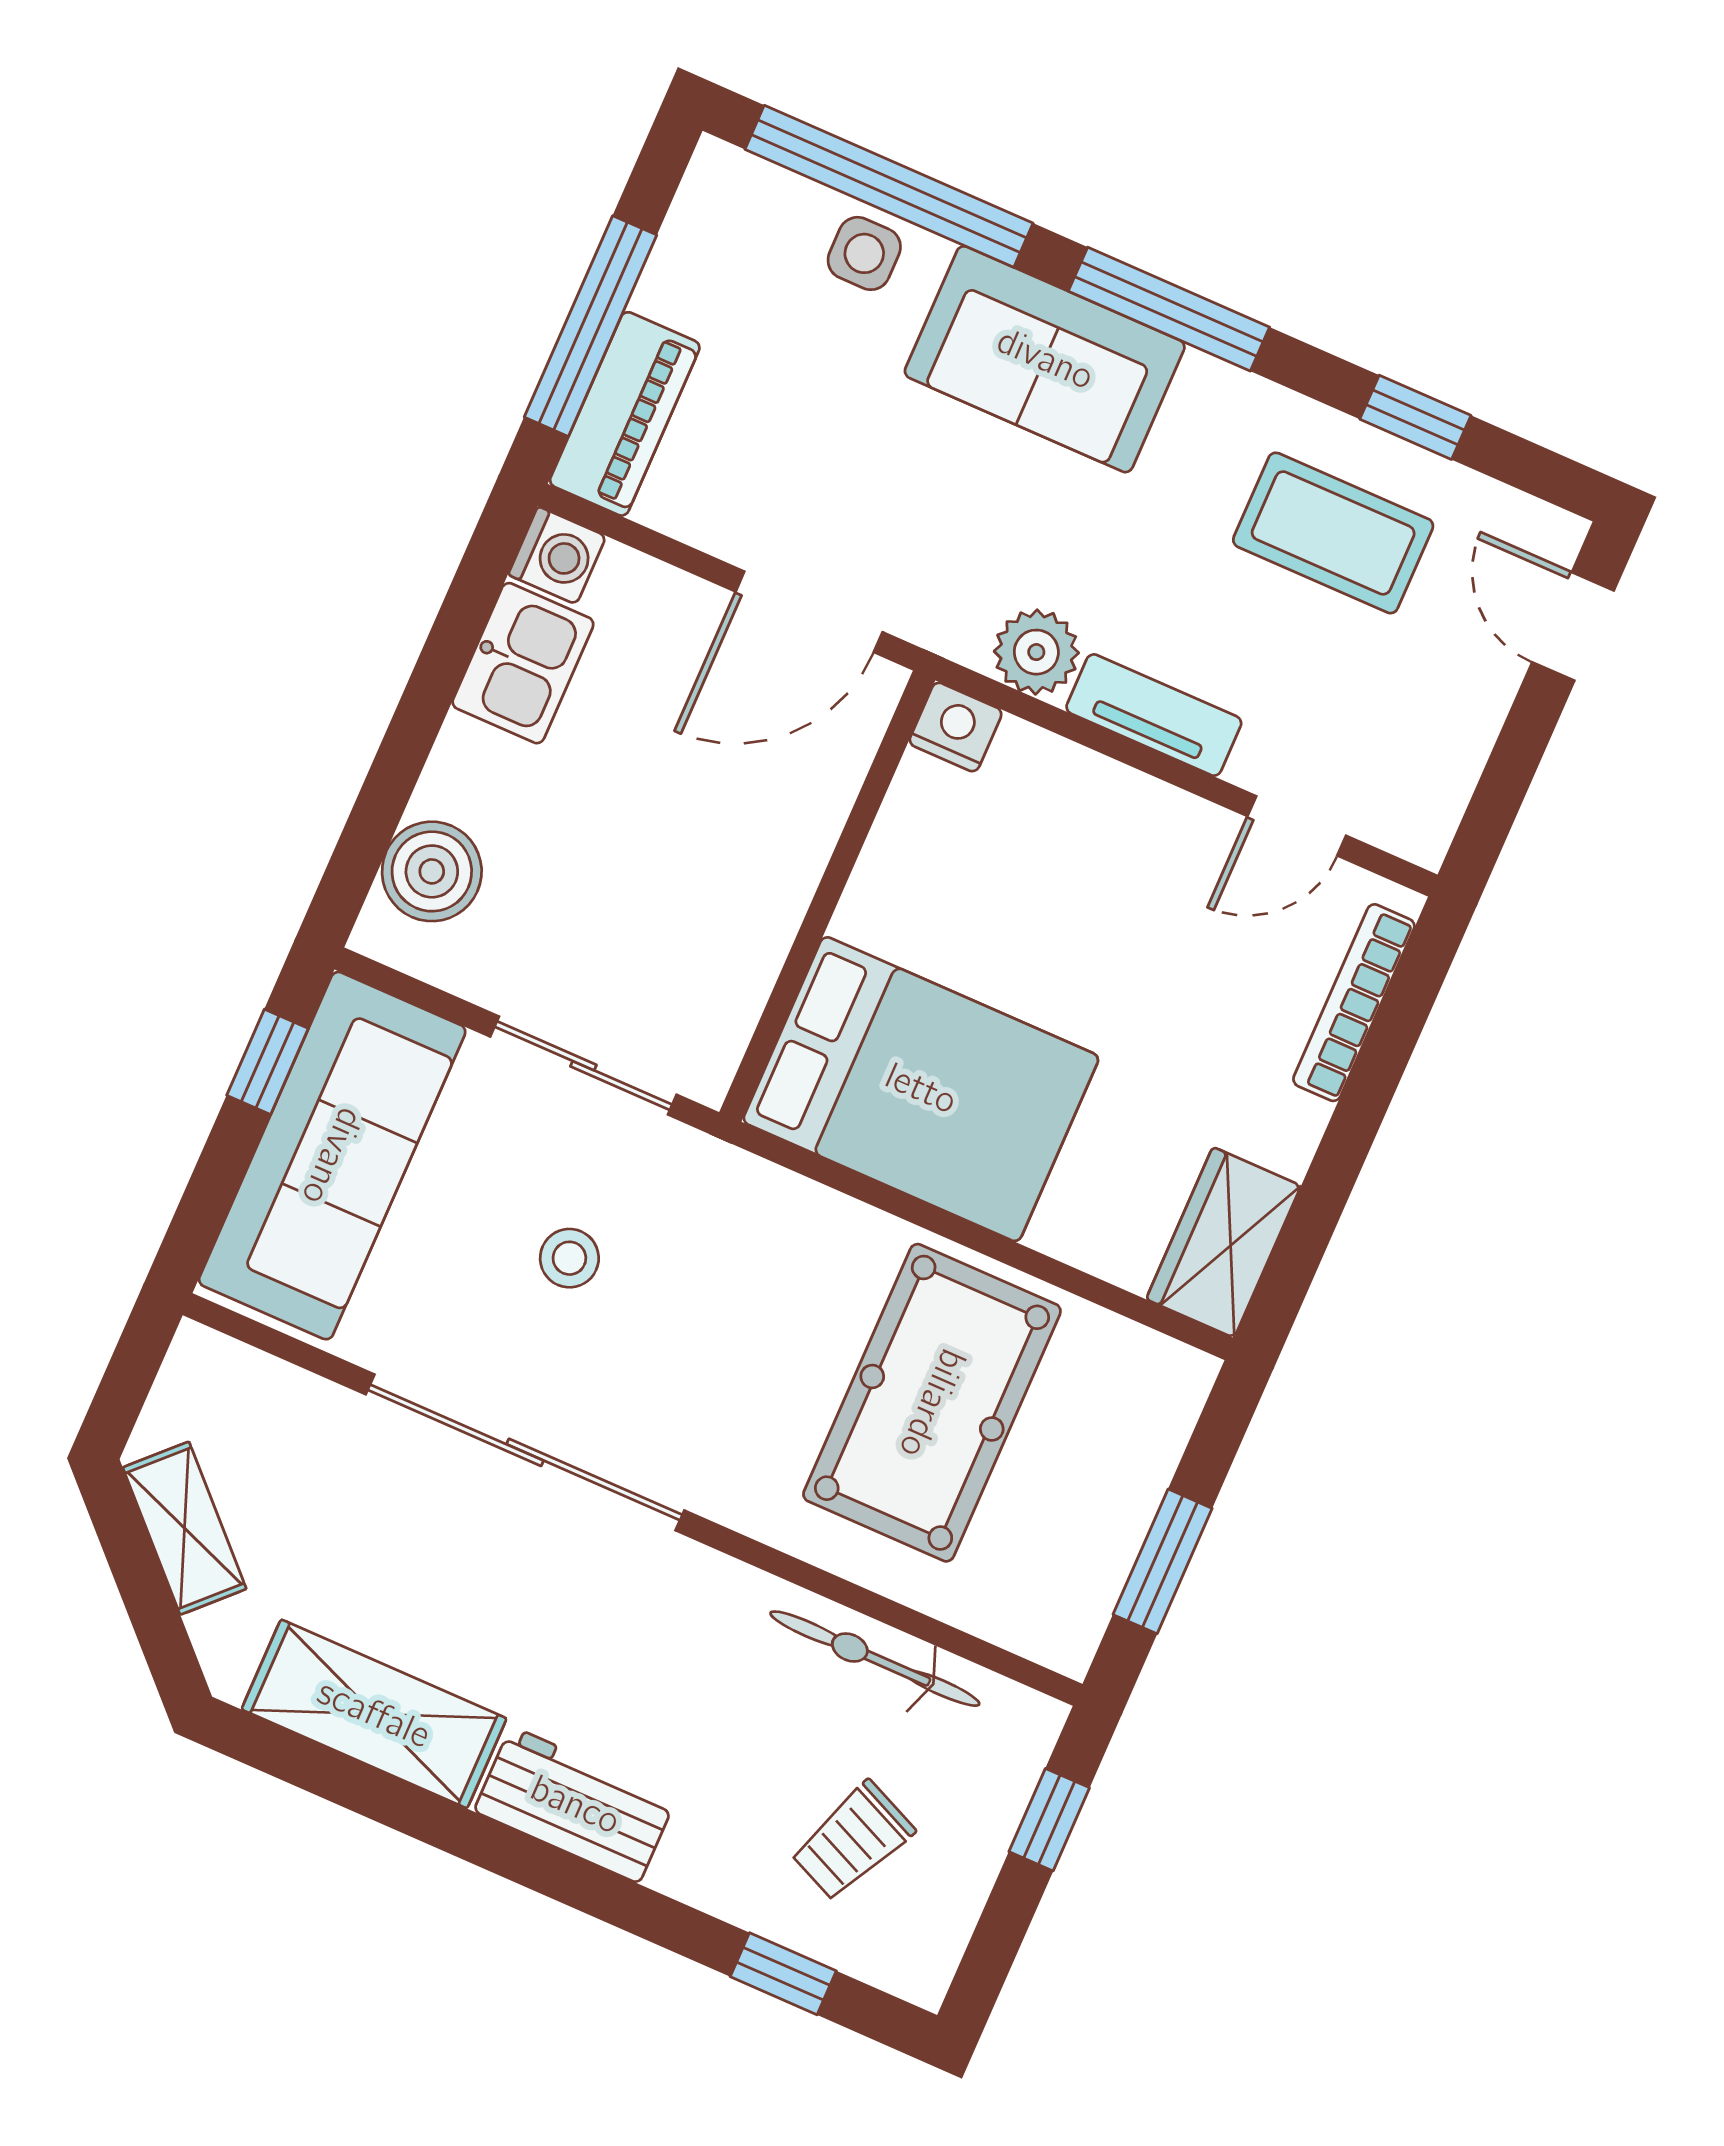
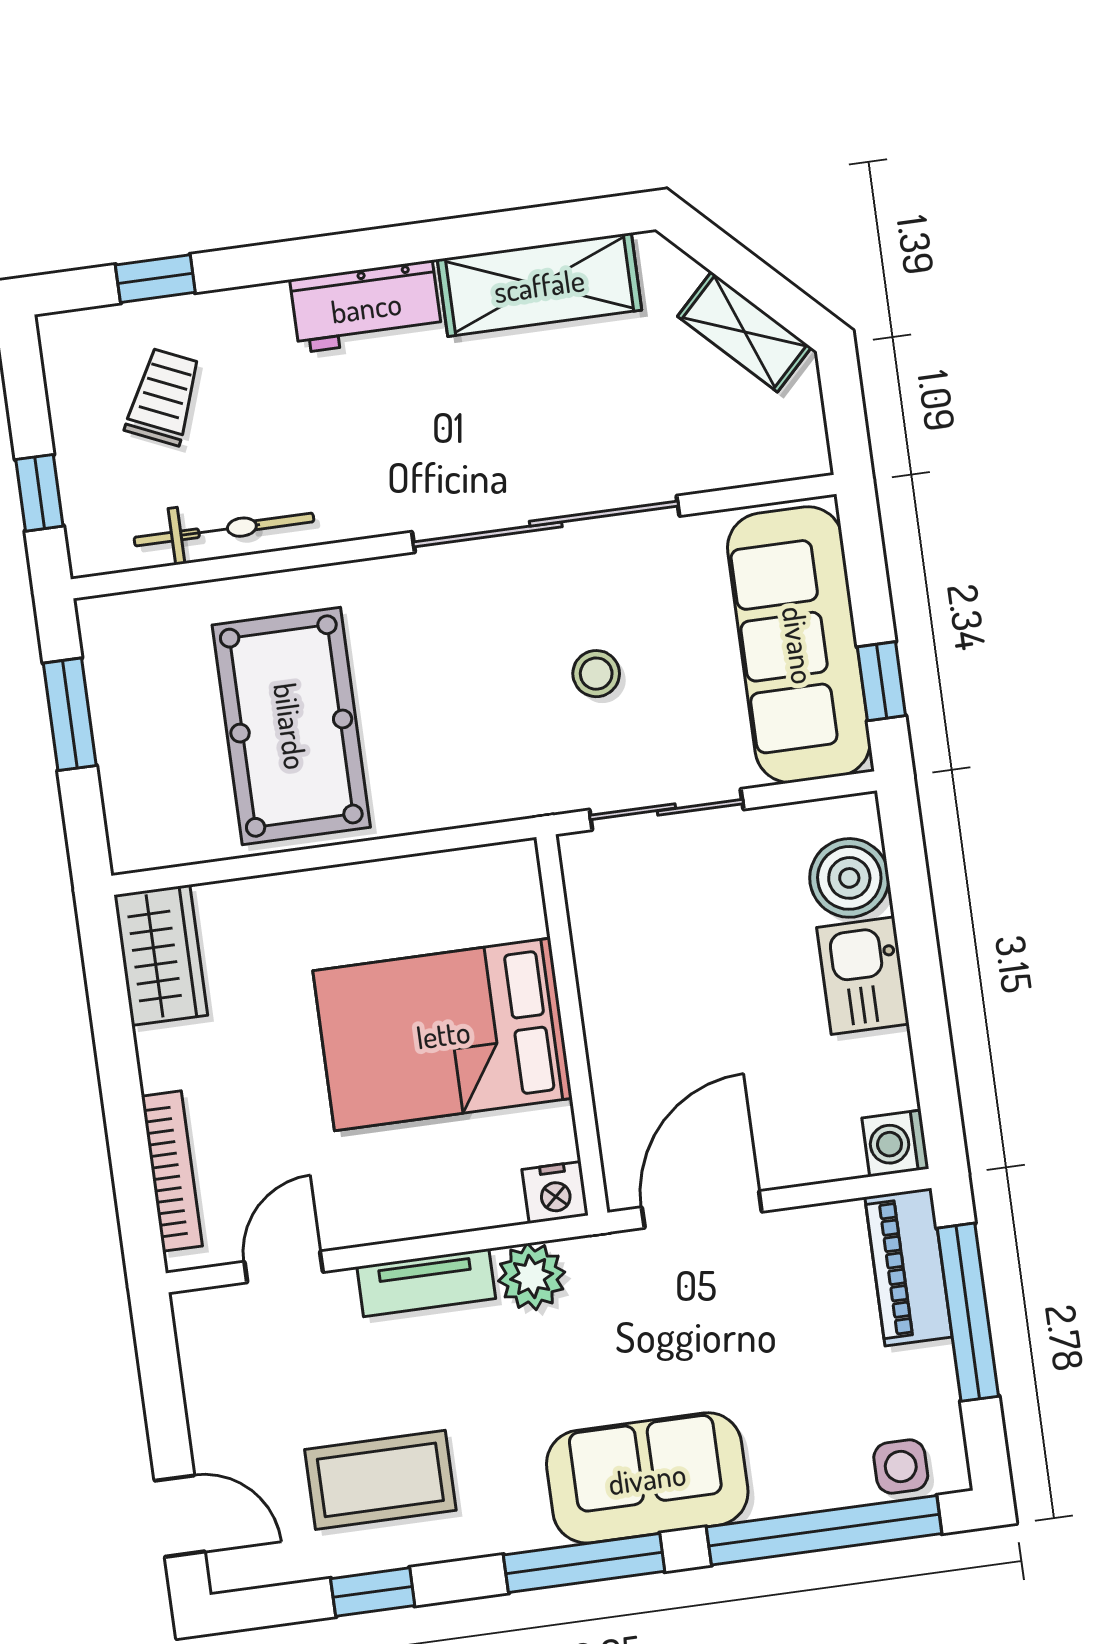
side table: (864, 253) -> (901, 1466), moved
kitchen sink: (523, 663) -> (863, 976), moved
bed: (921, 1089) -> (443, 1034), moved

